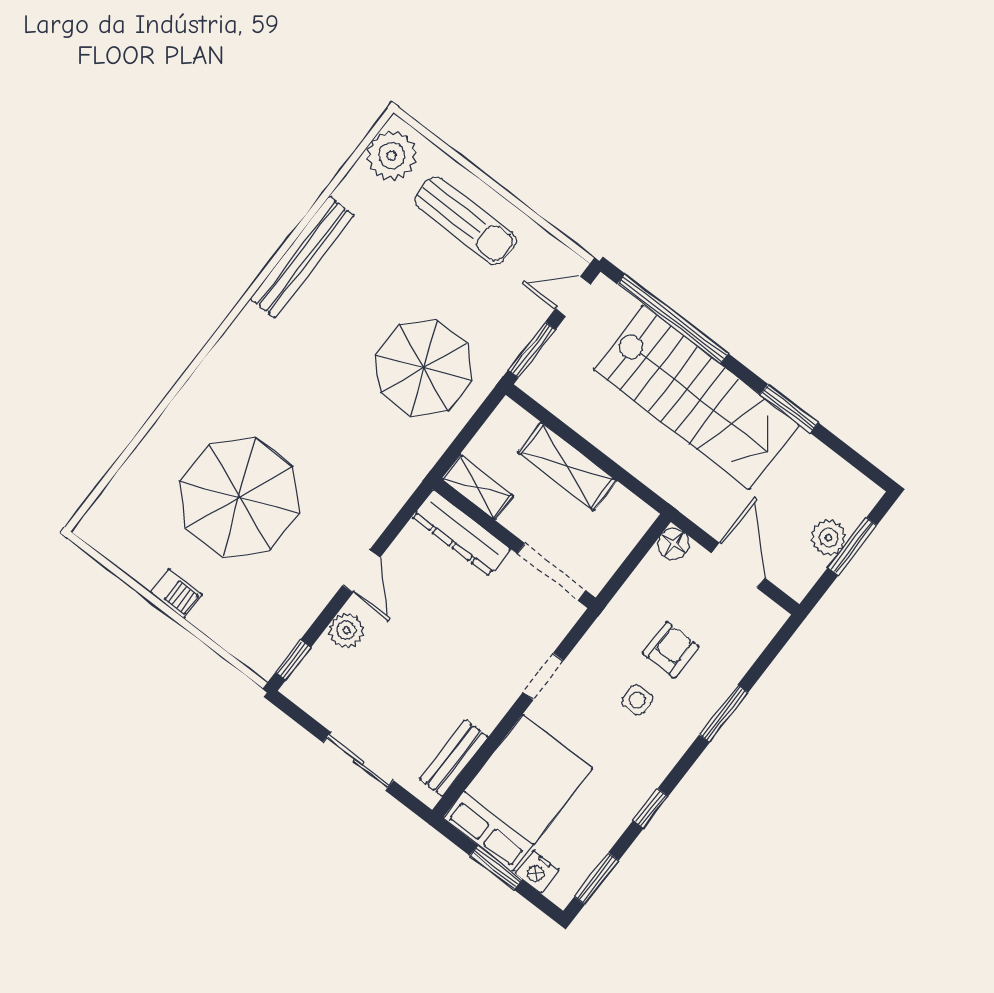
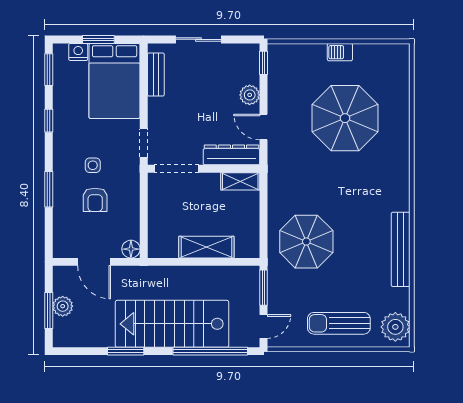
shelving: (477, 487) -> (240, 181), moved
dresser: (461, 533) -> (231, 155), moved
wall: (514, 543) -> (204, 169), moved
doorway: (552, 572) -> (177, 169), moved

